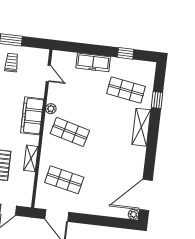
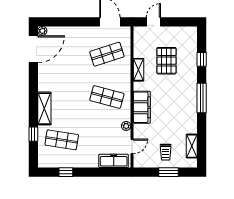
freezer: (93, 62) -> (114, 161), moved
door: (48, 73) -> (132, 146), swing flipped
plant: (51, 109) -> (126, 126), moved
shop shelf: (64, 180) -> (107, 54), turned -30

